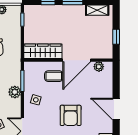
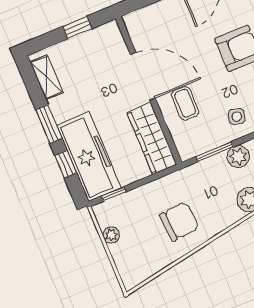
freezer: (47, 15) -> (89, 157), added
plant: (99, 67) -> (138, 36), removed

